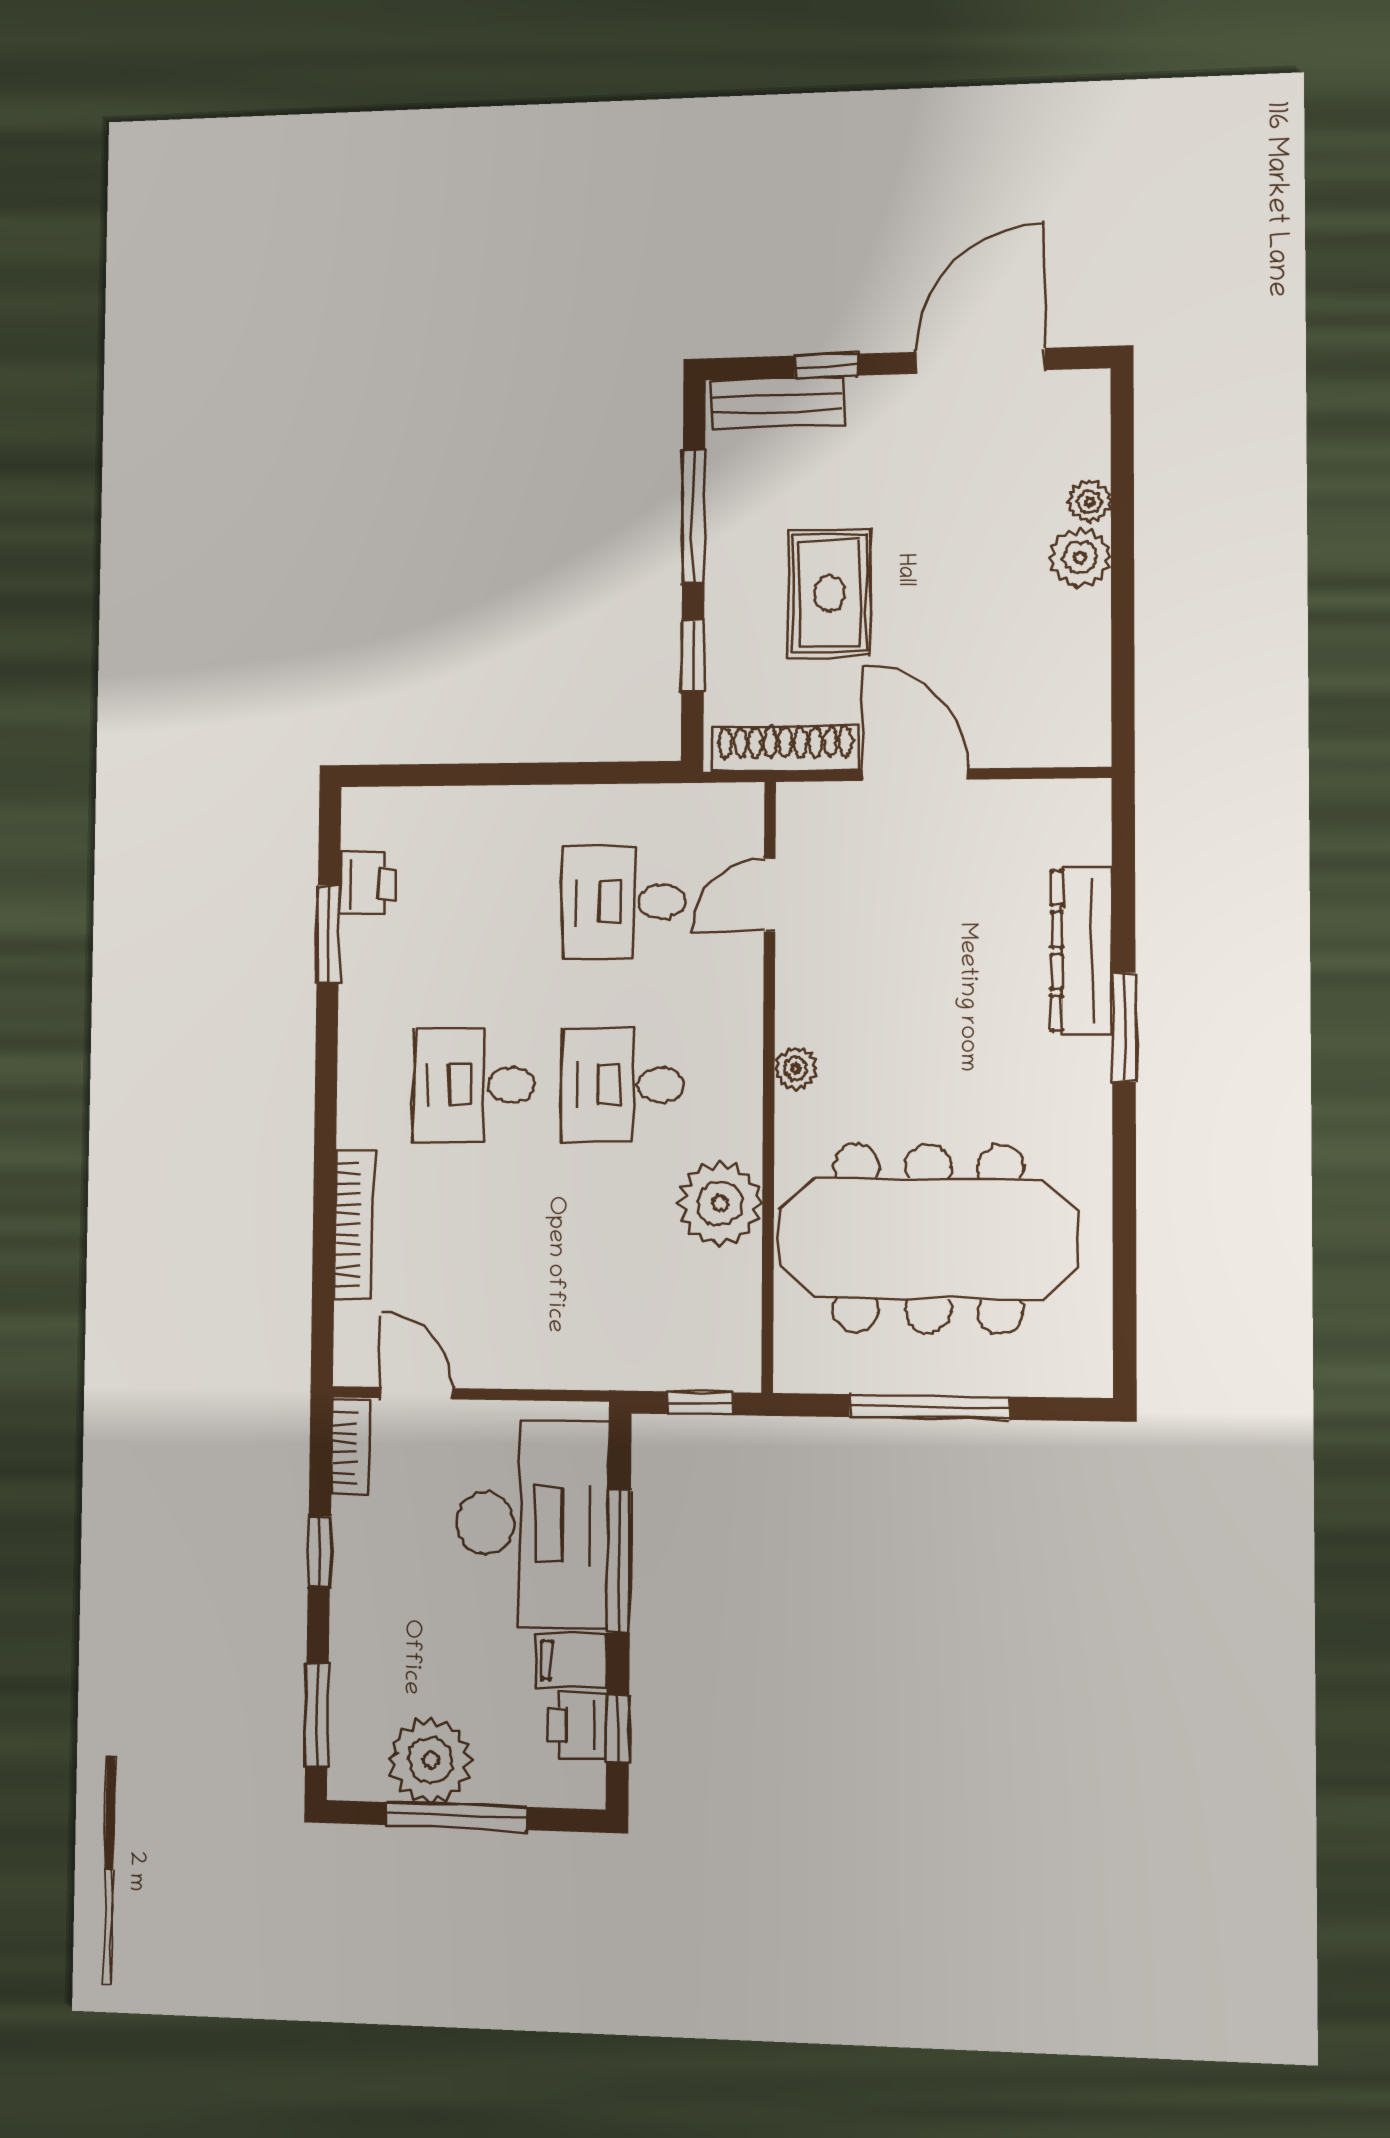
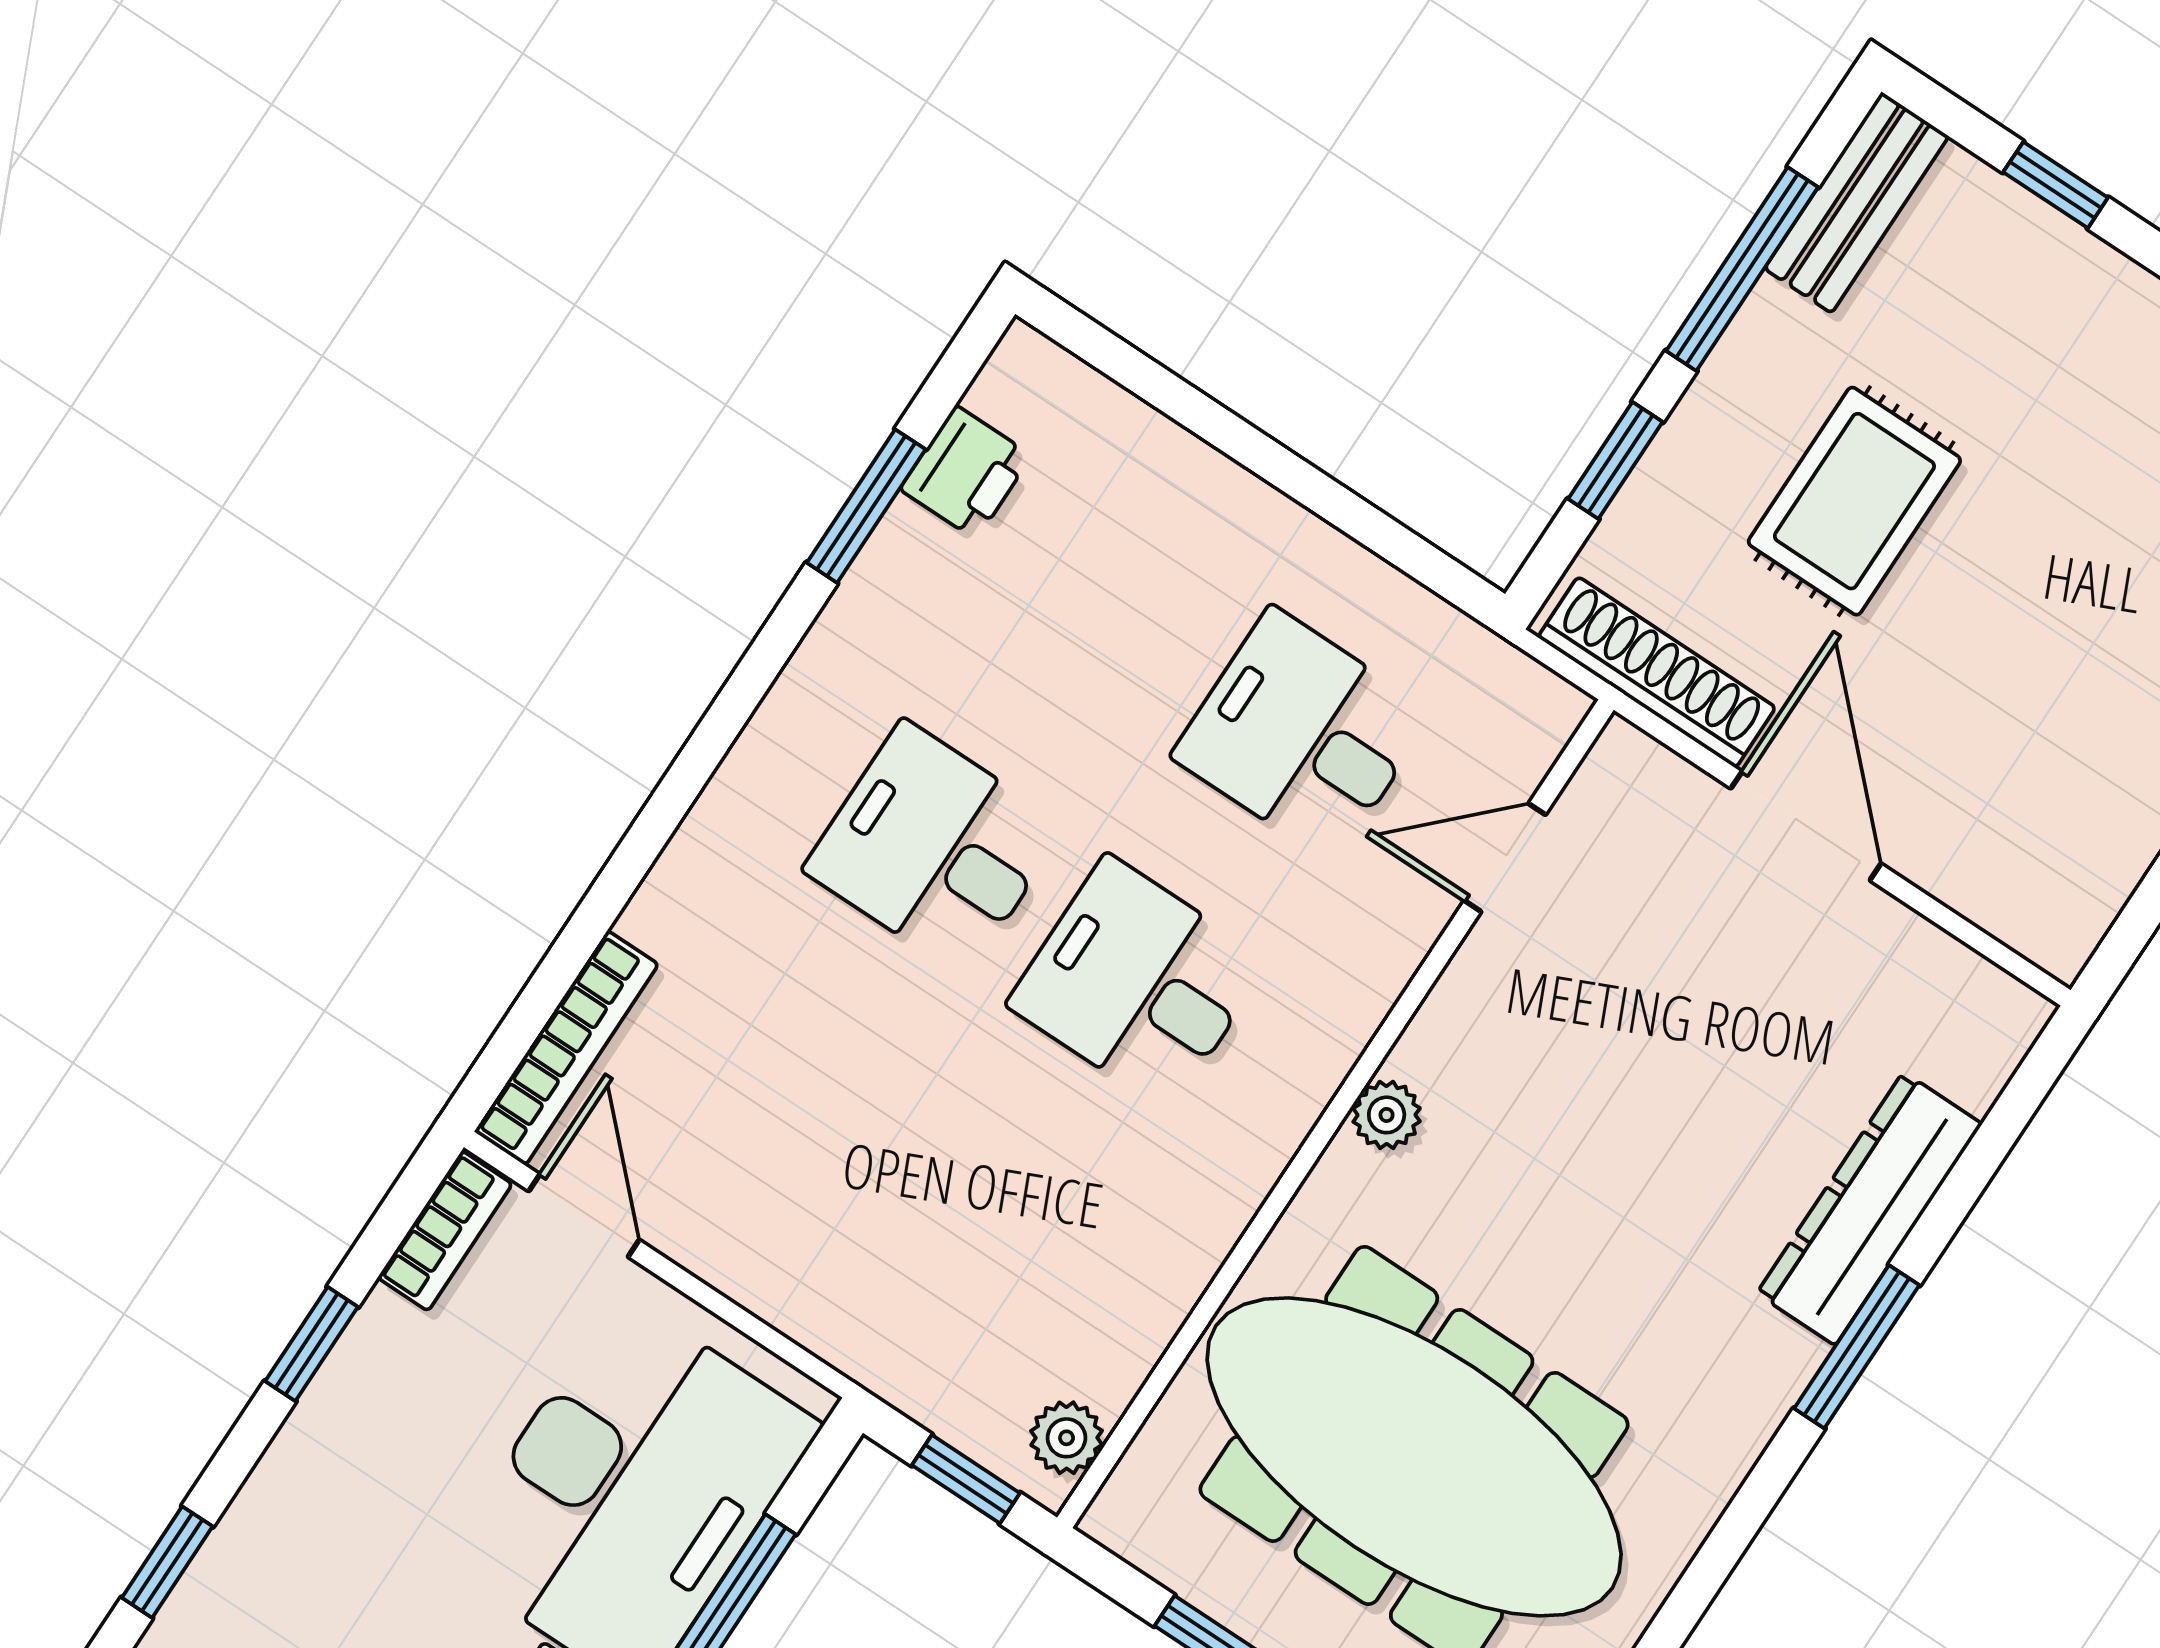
bench: (777, 403) -> (1857, 203), moved, turned 90
plant: (720, 1204) -> (1067, 1438), moved, width x0.53, depth x0.53
bookcase: (353, 1225) -> (566, 1048), moved
window: (317, 1715) -> (167, 1562), width x0.67

